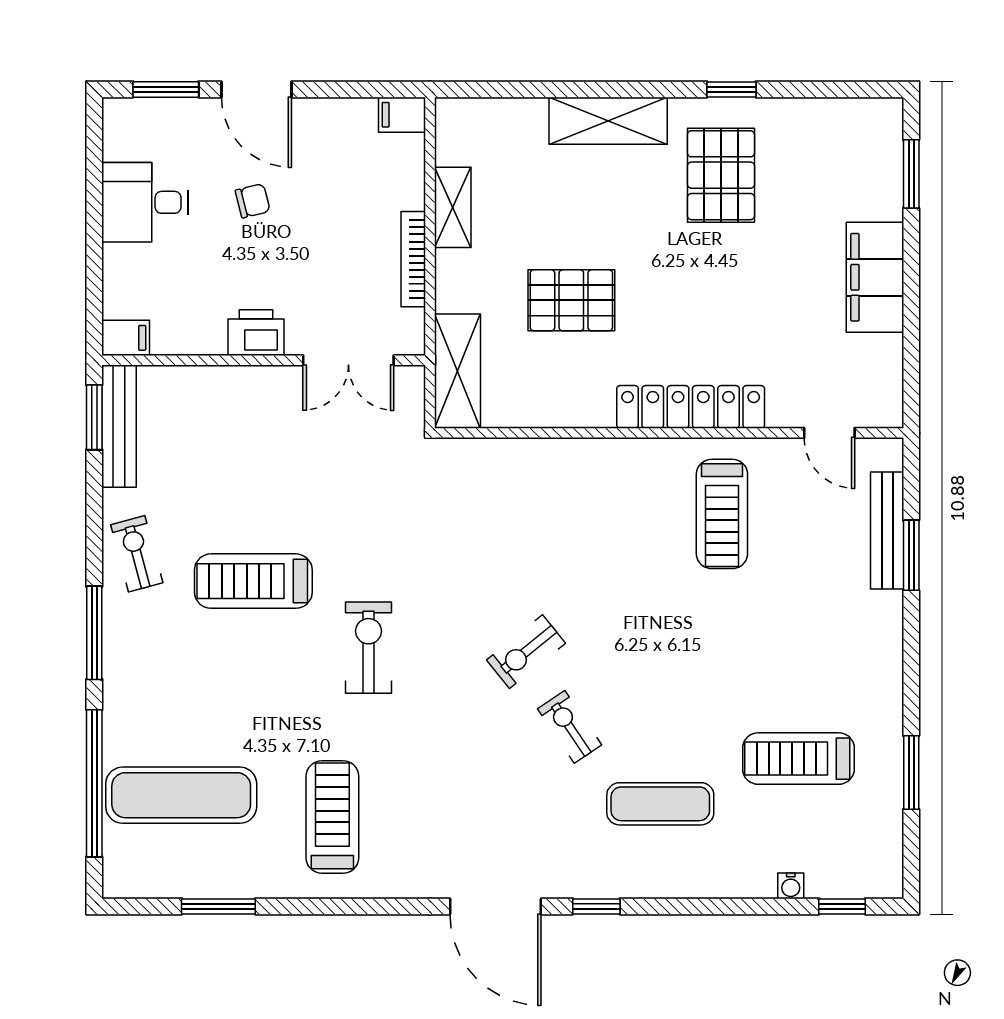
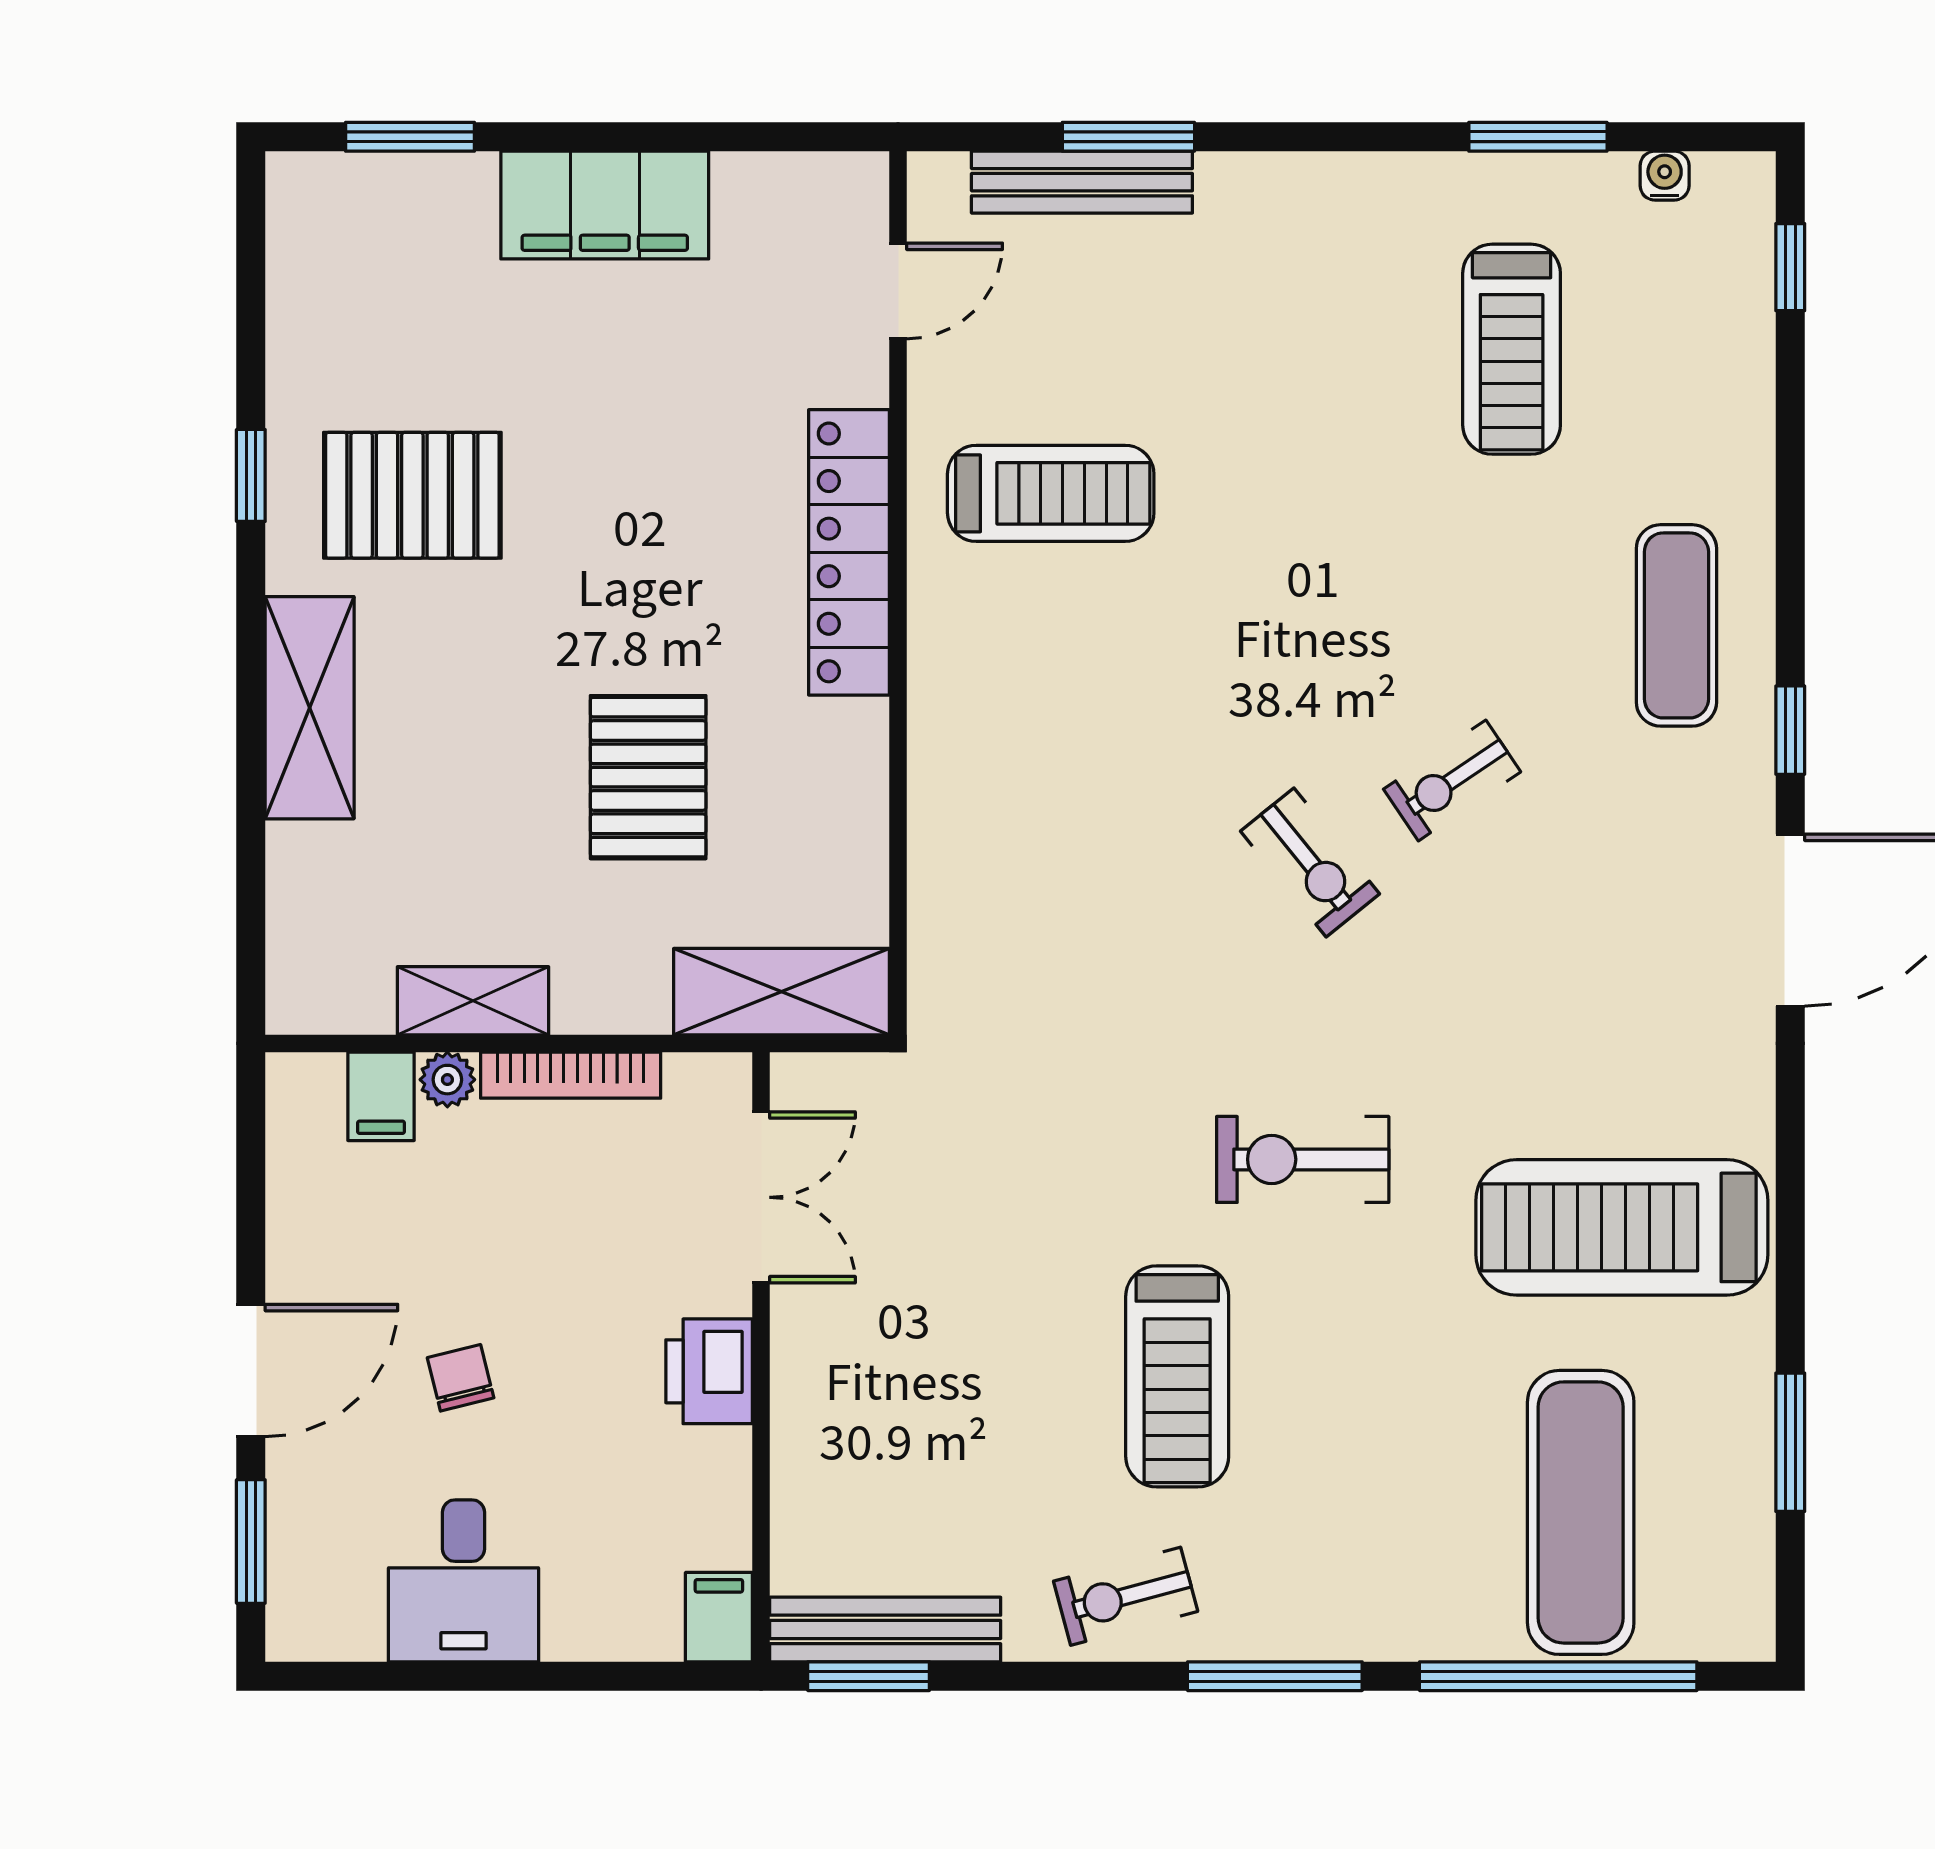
filing cabinet: (402, 115) -> (381, 1096), moved
plant: (411, 194) -> (447, 1080), added
exercise mat: (660, 804) -> (1676, 625), moved
treadmill: (332, 817) -> (1622, 1227), width x1.37, depth x1.38
water cooler: (791, 886) -> (1665, 176), moved, turned -90

